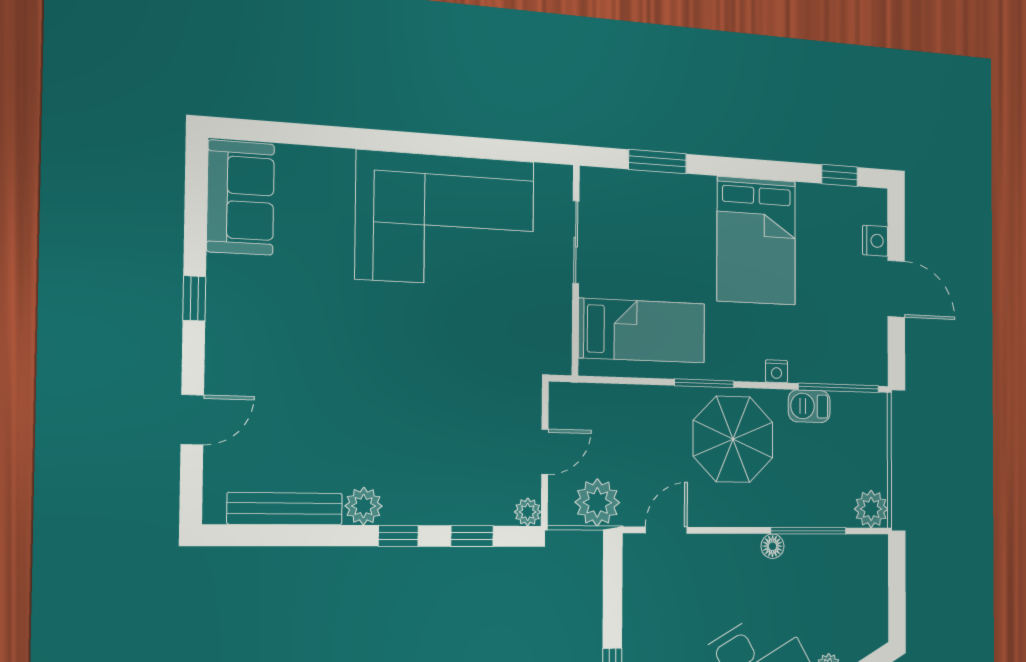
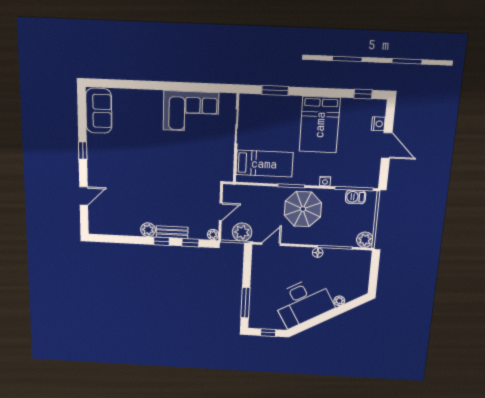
corner sofa: (446, 220) -> (191, 111), width x0.73, depth x0.74
barbecue: (809, 406) -> (356, 197), moved
bench: (285, 509) -> (172, 232), moved, width x0.73

